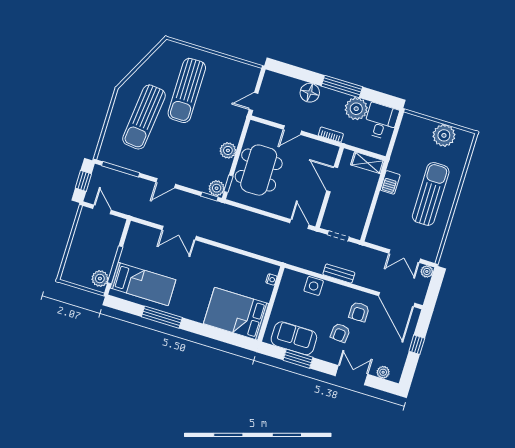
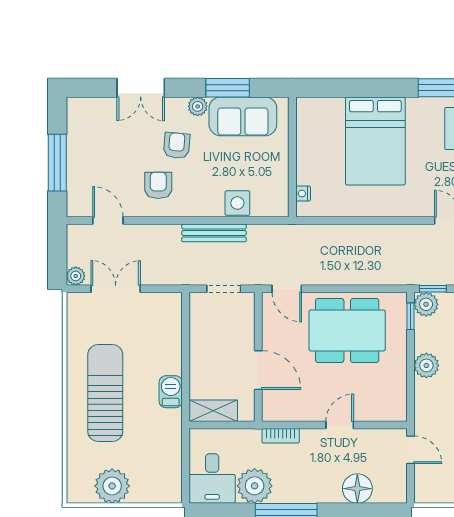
floor lamp: (310, 93) -> (357, 489), moved
door: (254, 102) -> (410, 450), hinge flipped
dining table: (259, 170) -> (347, 330), moved, turned 90
sun lounger: (431, 194) -> (105, 393), turned 180
bench: (339, 274) -> (214, 233), width x1.36
door: (397, 300) -> (108, 221), width x0.53
bed: (236, 314) -> (375, 141), moved, turned 90
window: (417, 345) -> (57, 163), width x2.17
plant: (383, 372) -> (198, 106), moved

